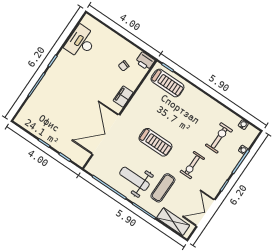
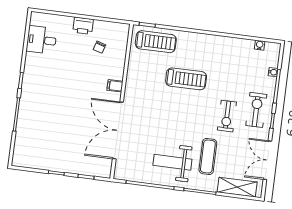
desk: (81, 42) -> (42, 40), width x0.73
printer: (145, 61) -> (83, 26), moved
filing cabinet: (123, 97) -> (115, 86), width x0.50
exercise bike: (219, 138) -> (256, 110), moved
treadmill: (155, 142) -> (186, 79), moved

